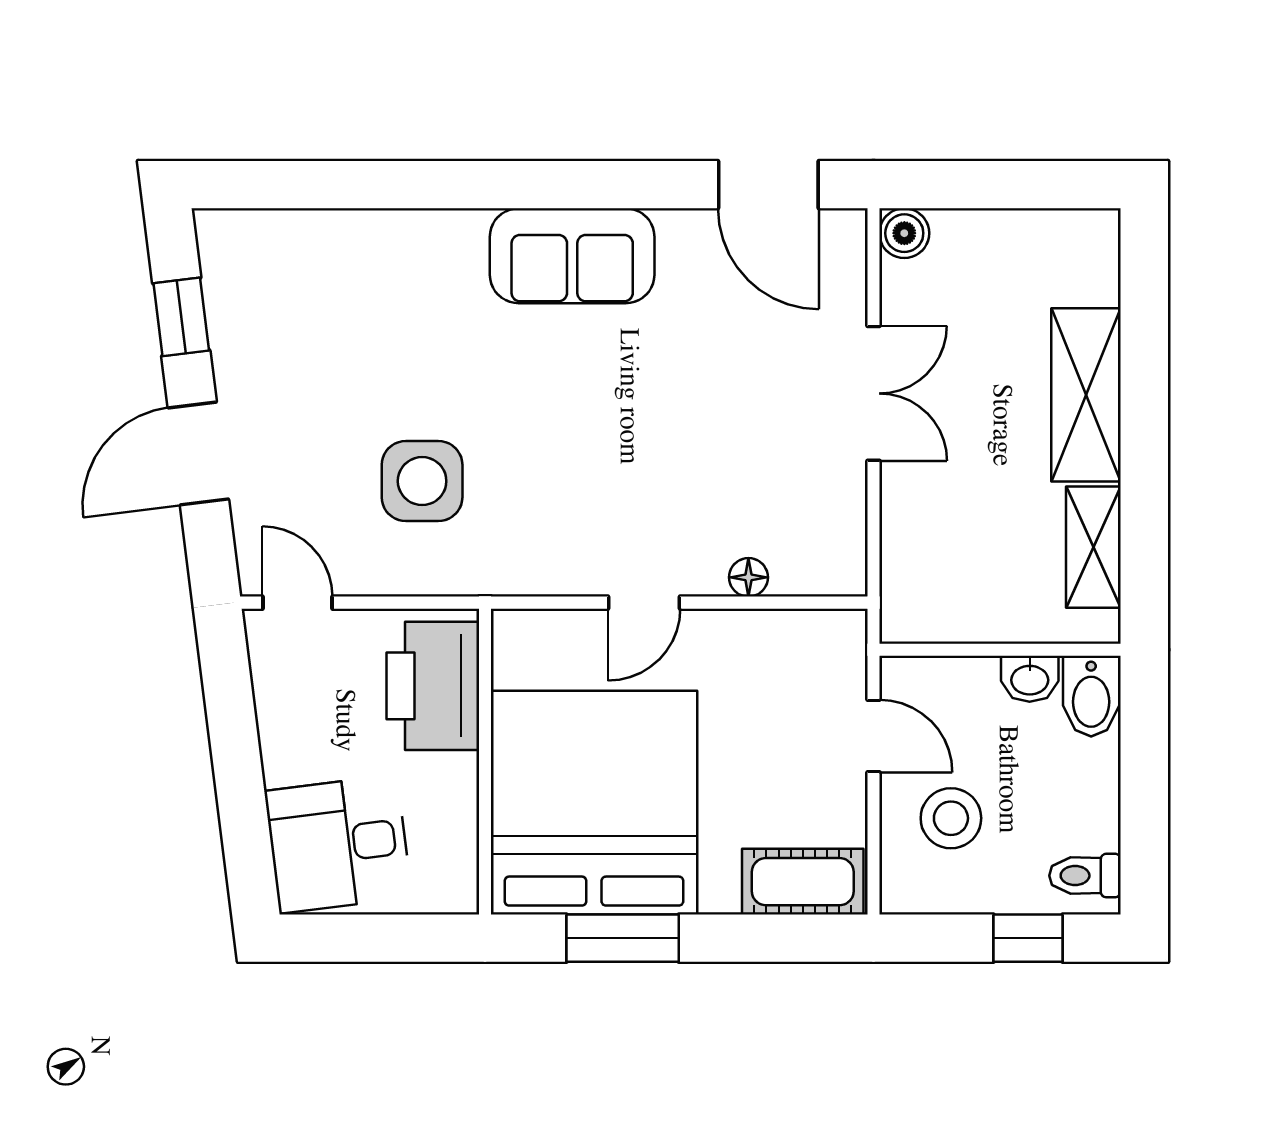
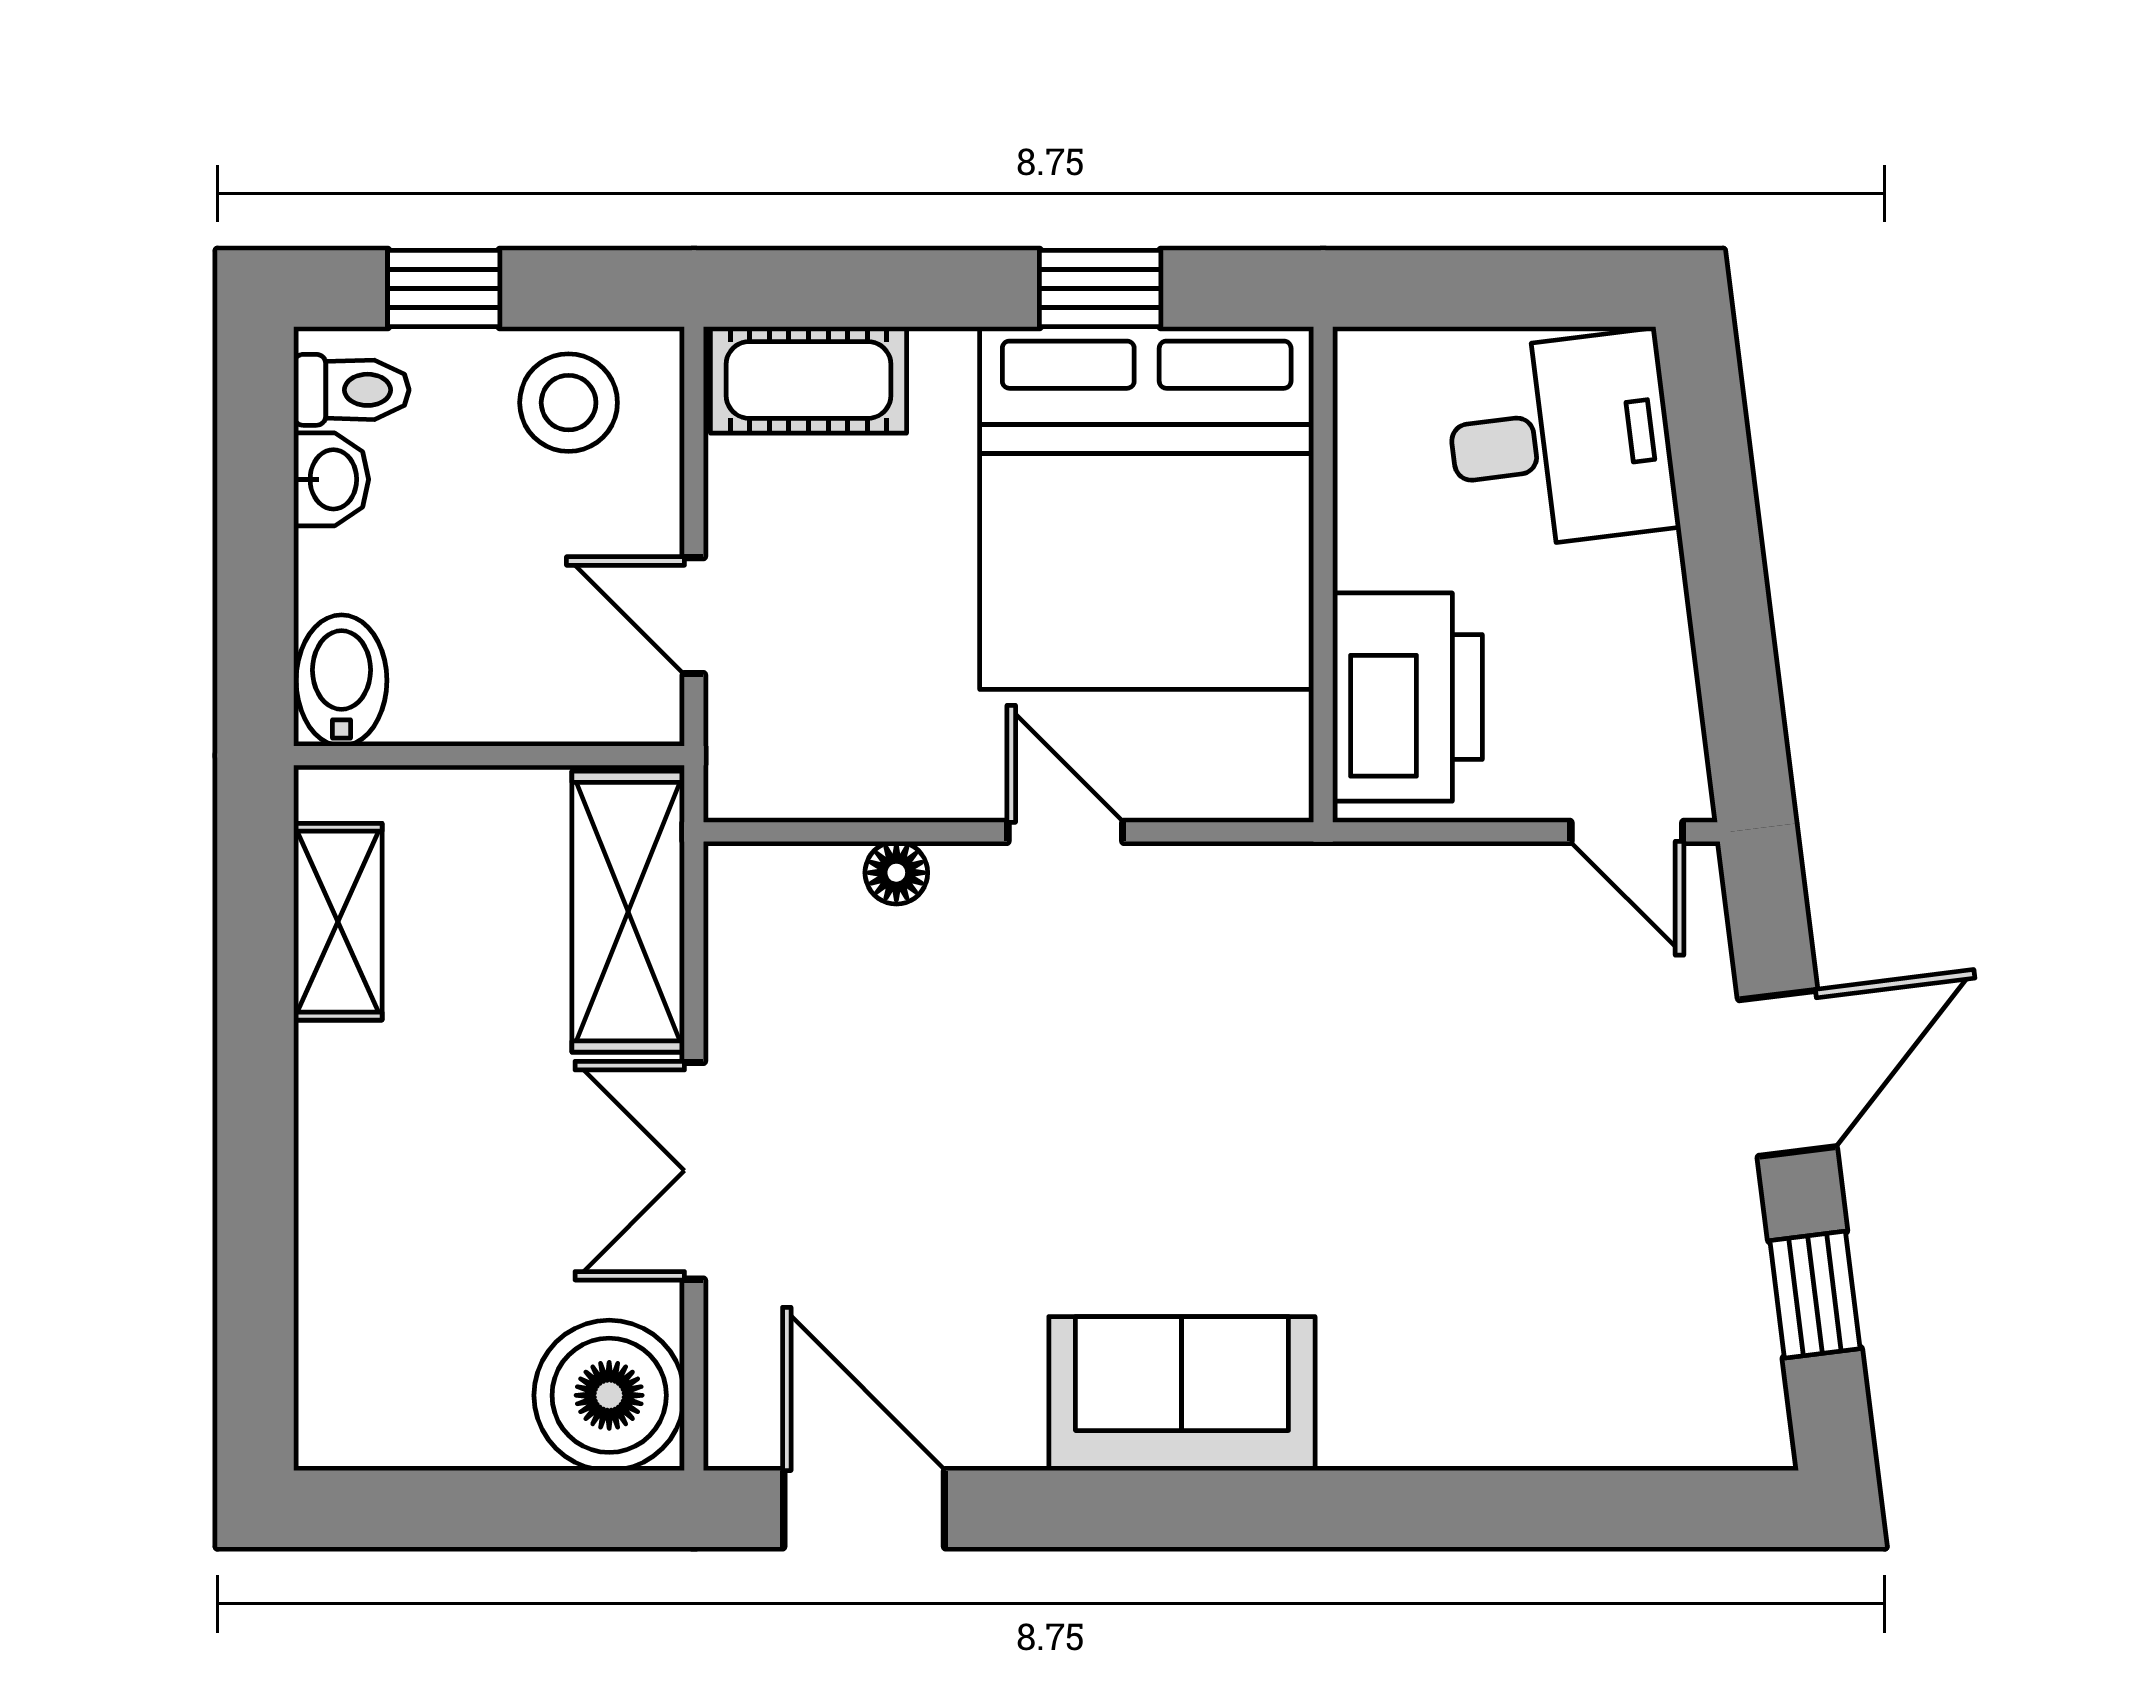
boiler: (904, 233) -> (609, 1395), width x1.86, depth x1.86
shelving: (1086, 395) -> (628, 912), moved
side table: (422, 481) -> (1425, 1029), removed
door: (644, 603) -> (1065, 832), hinge flipped
washbasin: (1030, 679) -> (331, 479), moved, turned 90
stool: (951, 818) -> (569, 403), moved
window: (623, 938) -> (1100, 288), width x0.67

